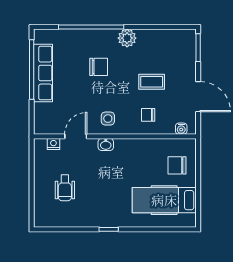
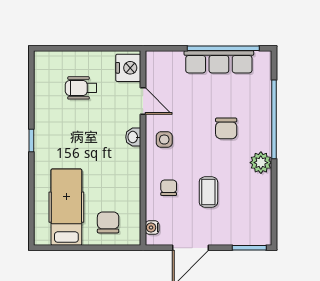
nightstand: (53, 144) -> (128, 68), width x1.89, depth x1.79

